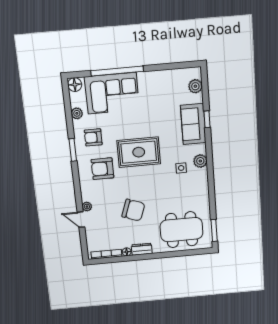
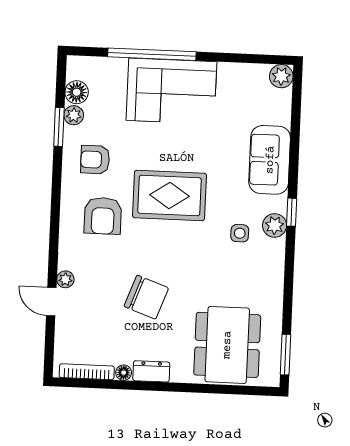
floor lamp: (75, 85) -> (77, 92), moved
plant: (195, 86) -> (281, 76), moved
corner sofa: (112, 93) -> (171, 91), moved
window: (207, 119) -> (292, 212), moved
window: (73, 150) -> (59, 127), moved
armchair: (102, 169) -> (103, 216), turned -90
dining table: (182, 230) -> (227, 345), turned 90

